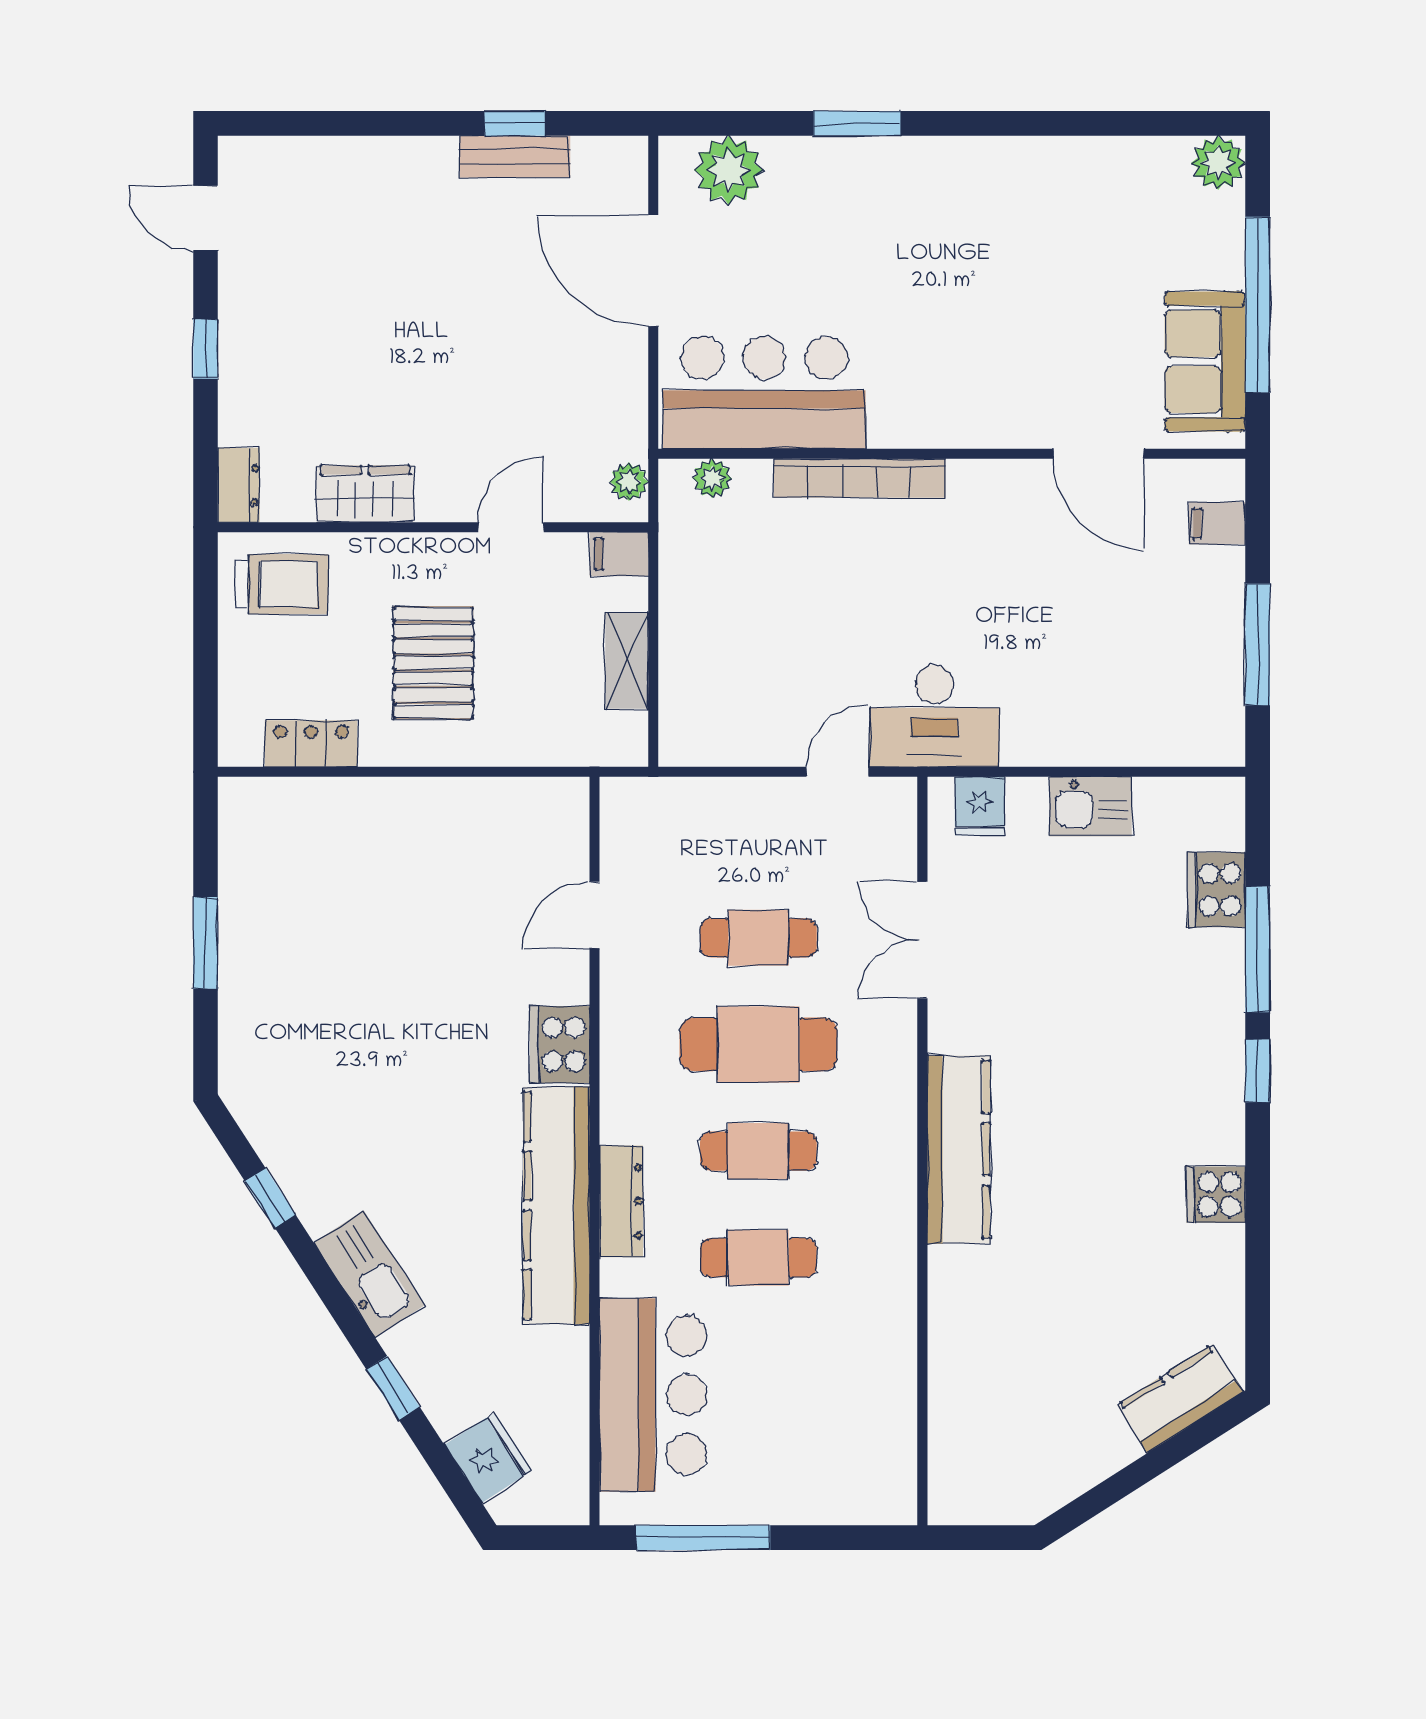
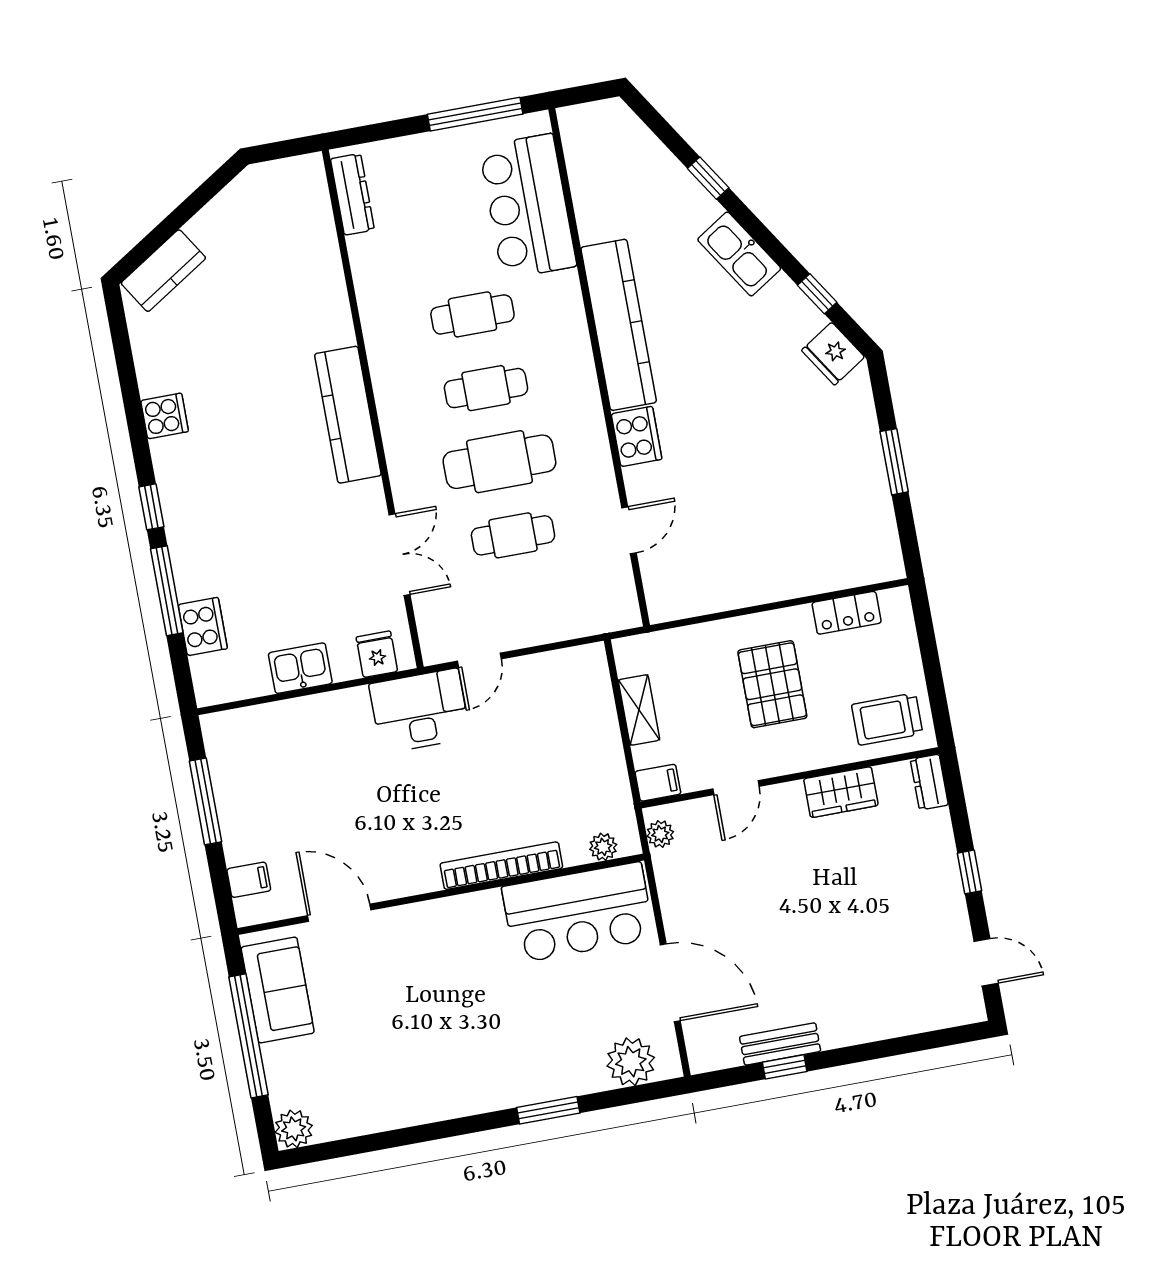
dresser: (621, 1201) -> (352, 194), moved, turned 180
fridge: (488, 1458) -> (833, 354), moved

